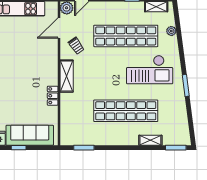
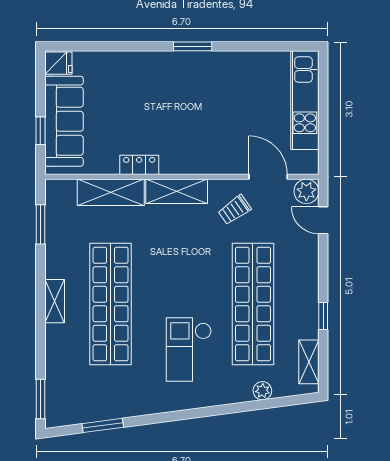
checkout: (150, 70) -> (189, 349), width x0.73, depth x0.83
window: (186, 85) -> (103, 425), moved
shelving: (67, 111) -> (111, 192), added
shelving: (150, 140) -> (55, 301), moved
window: (19, 148) -> (40, 131), moved

